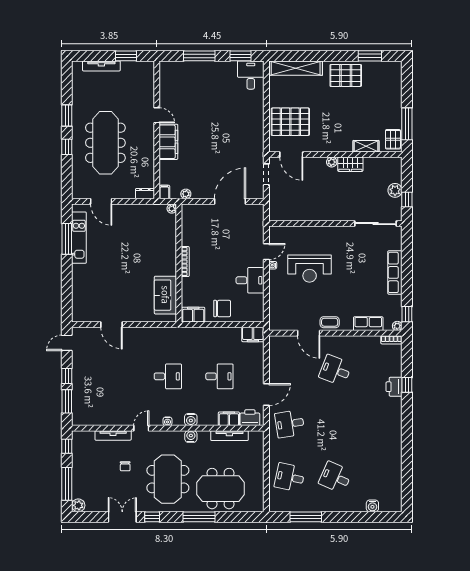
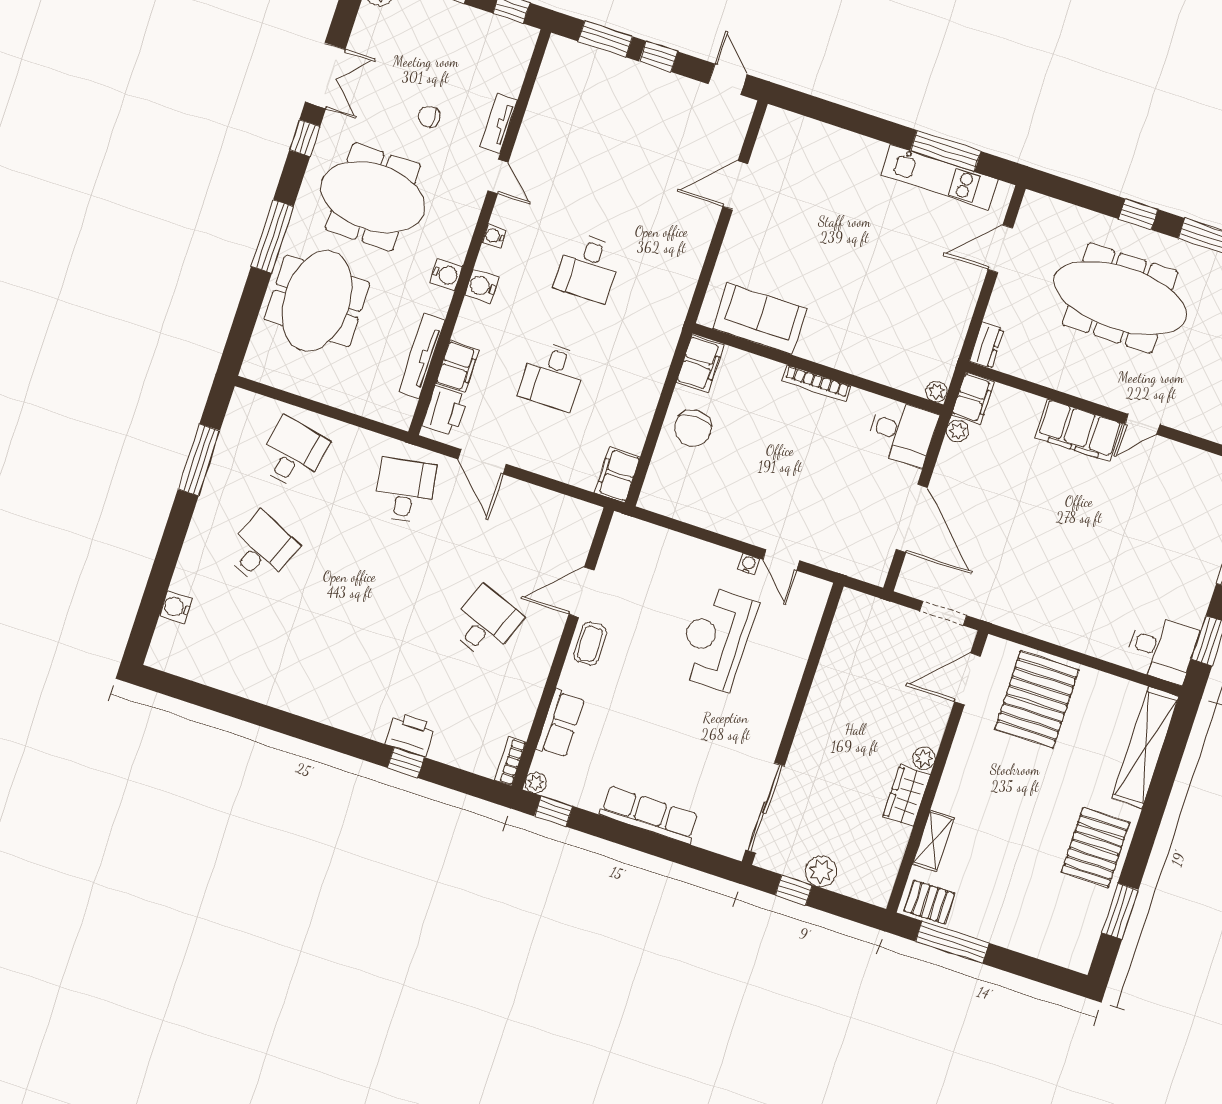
filing cabinet: (164, 192) -> (973, 398), width x2.00
desk: (250, 280) -> (902, 432), moved, turned -90
tv unit: (113, 435) -> (498, 123), width x0.71

